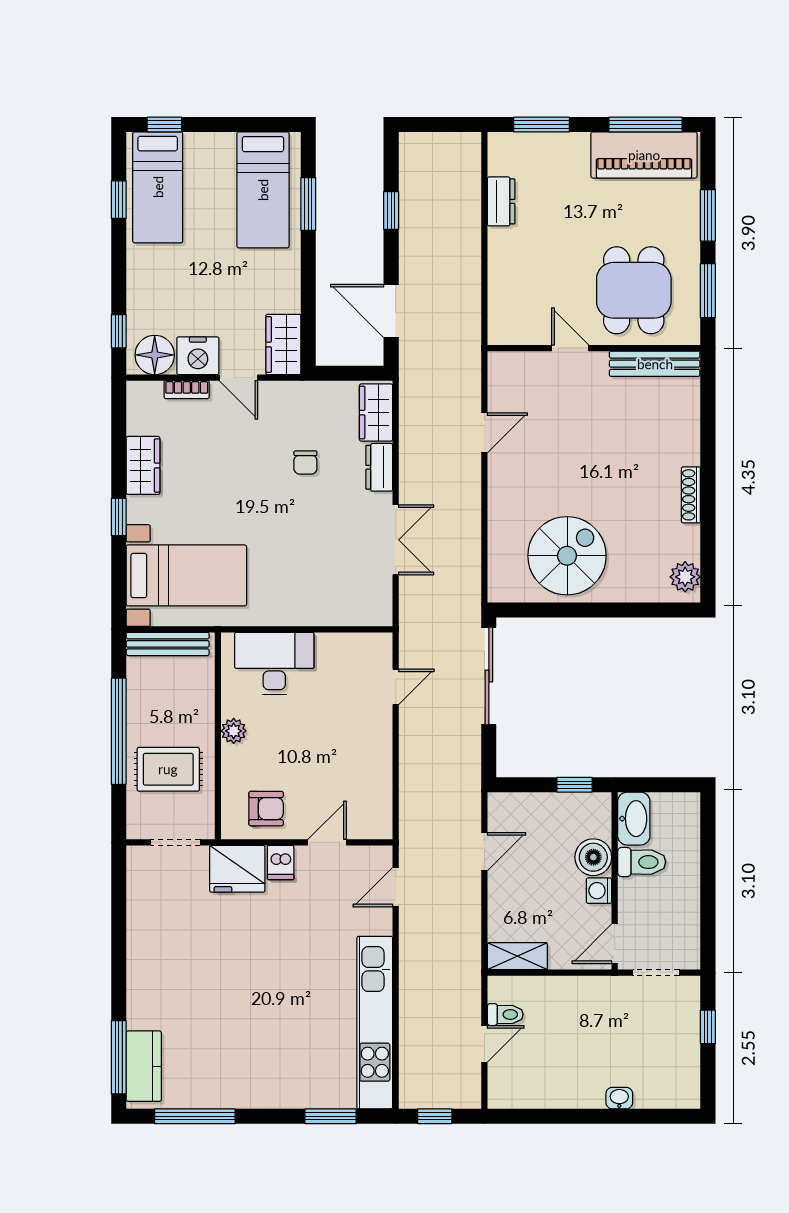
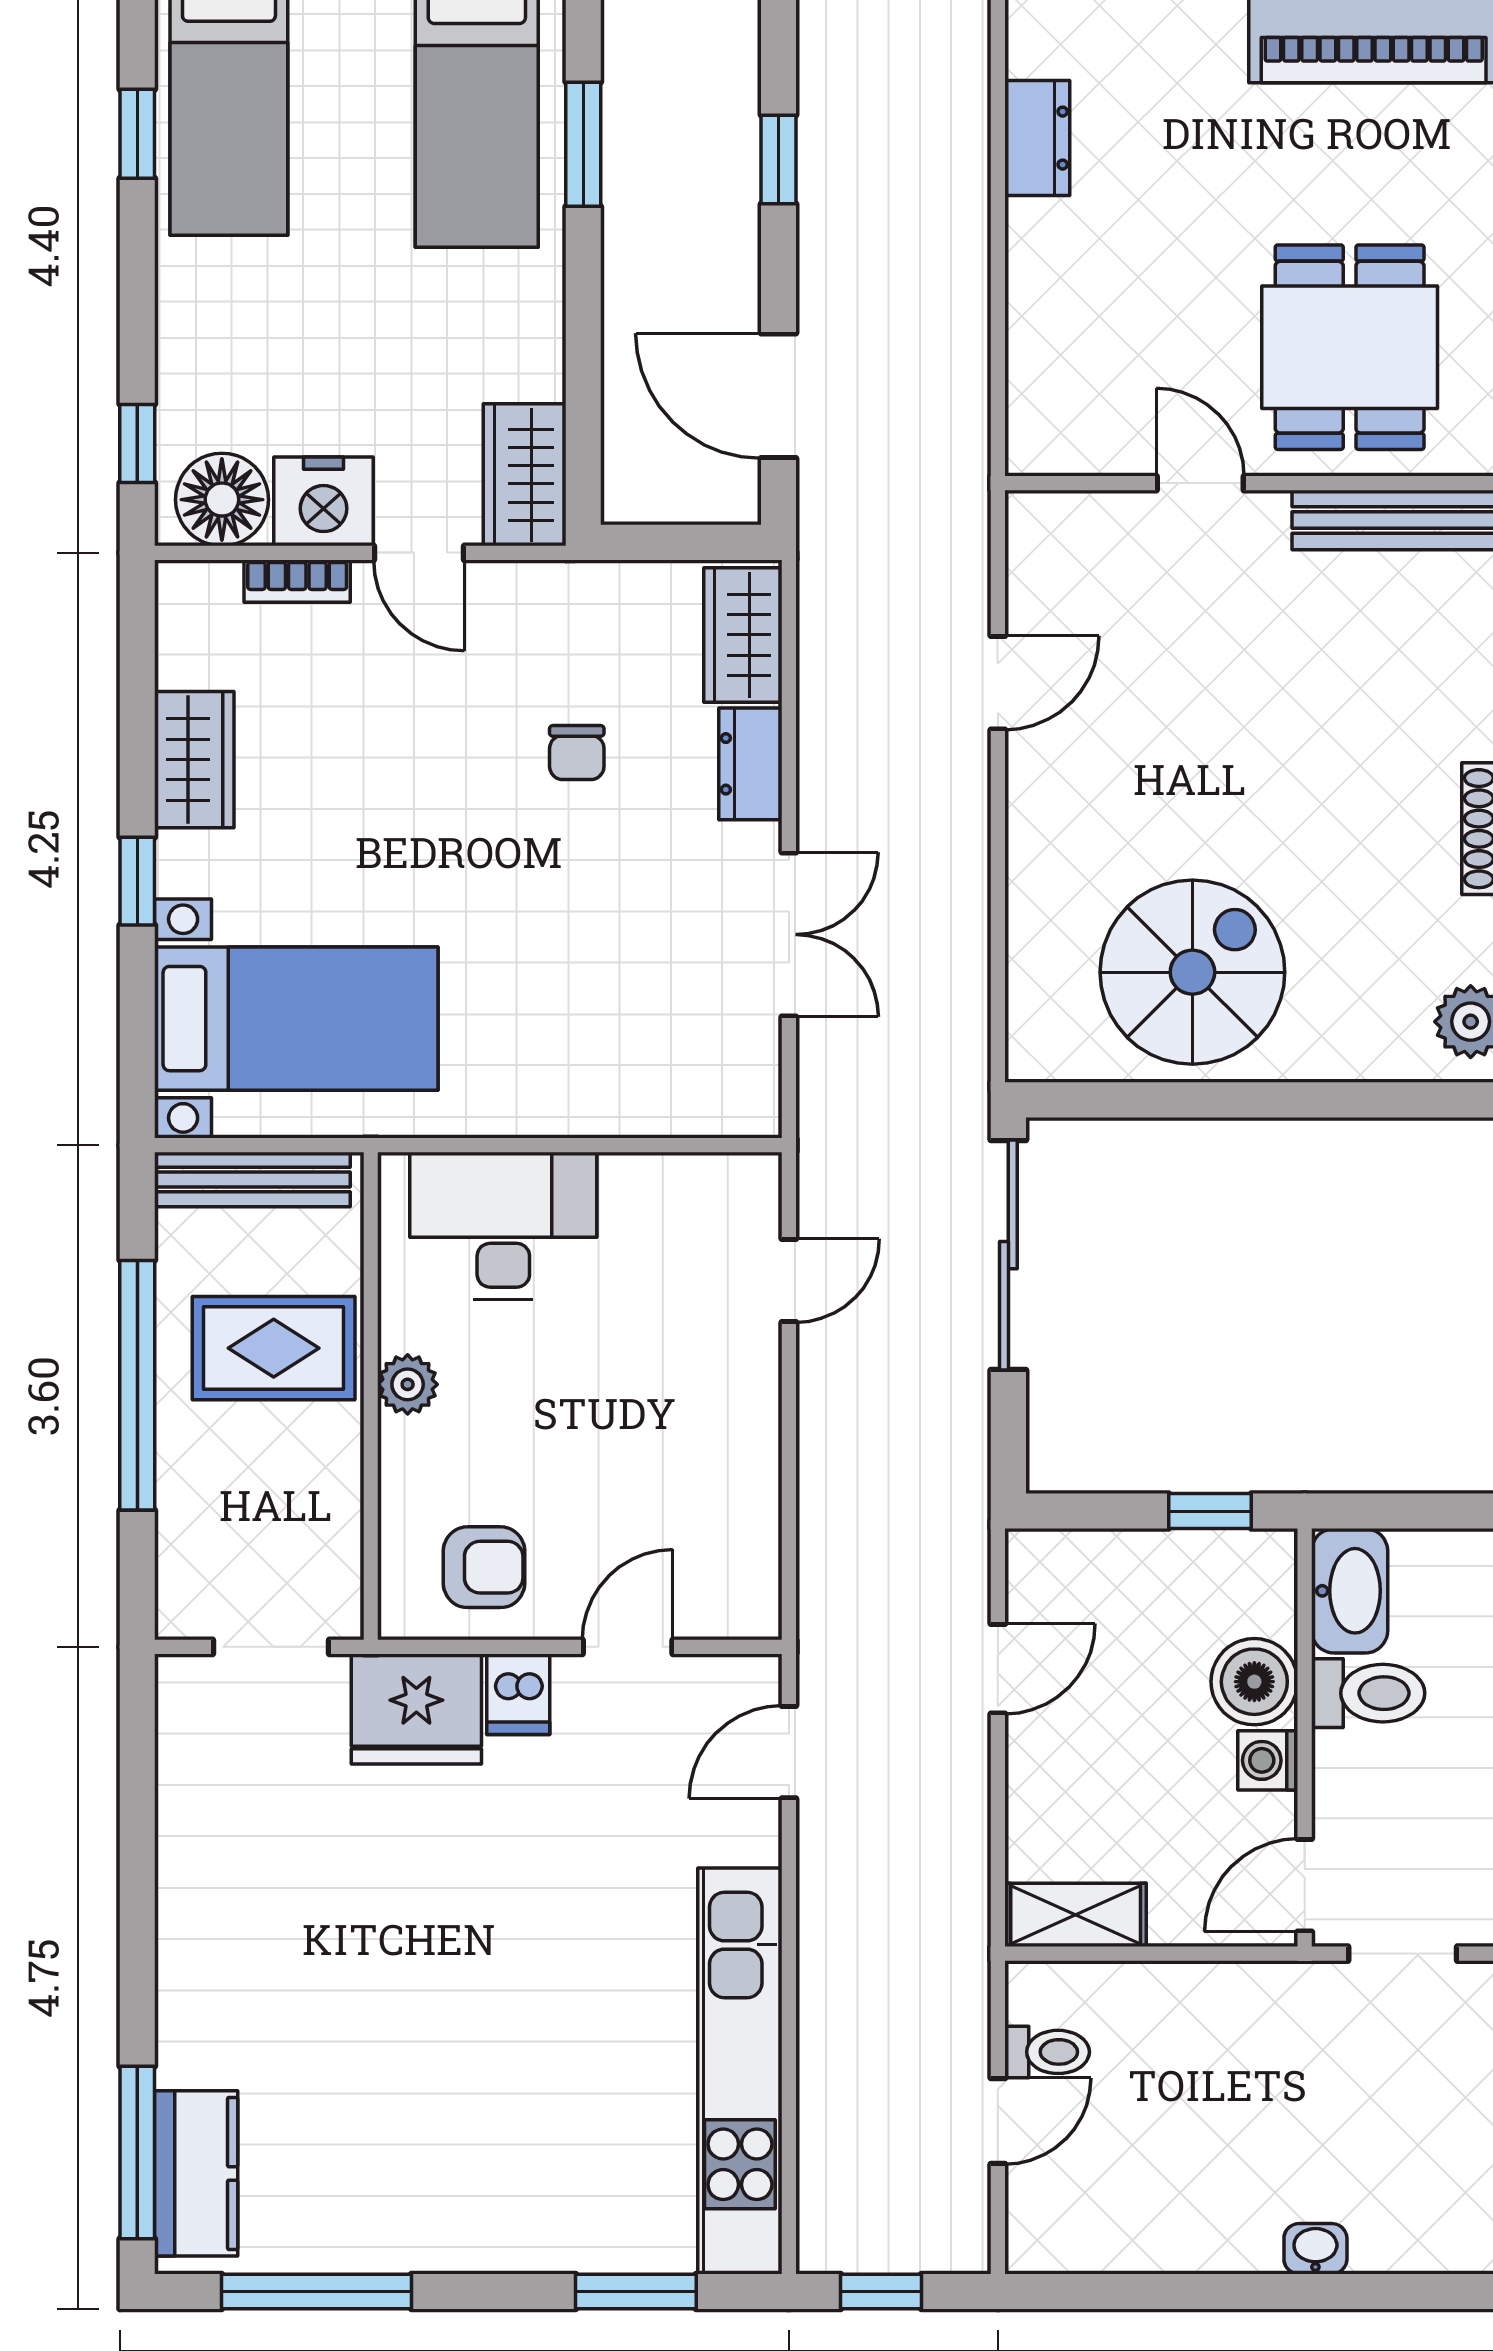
rug: (168, 769) -> (274, 1348), moved

